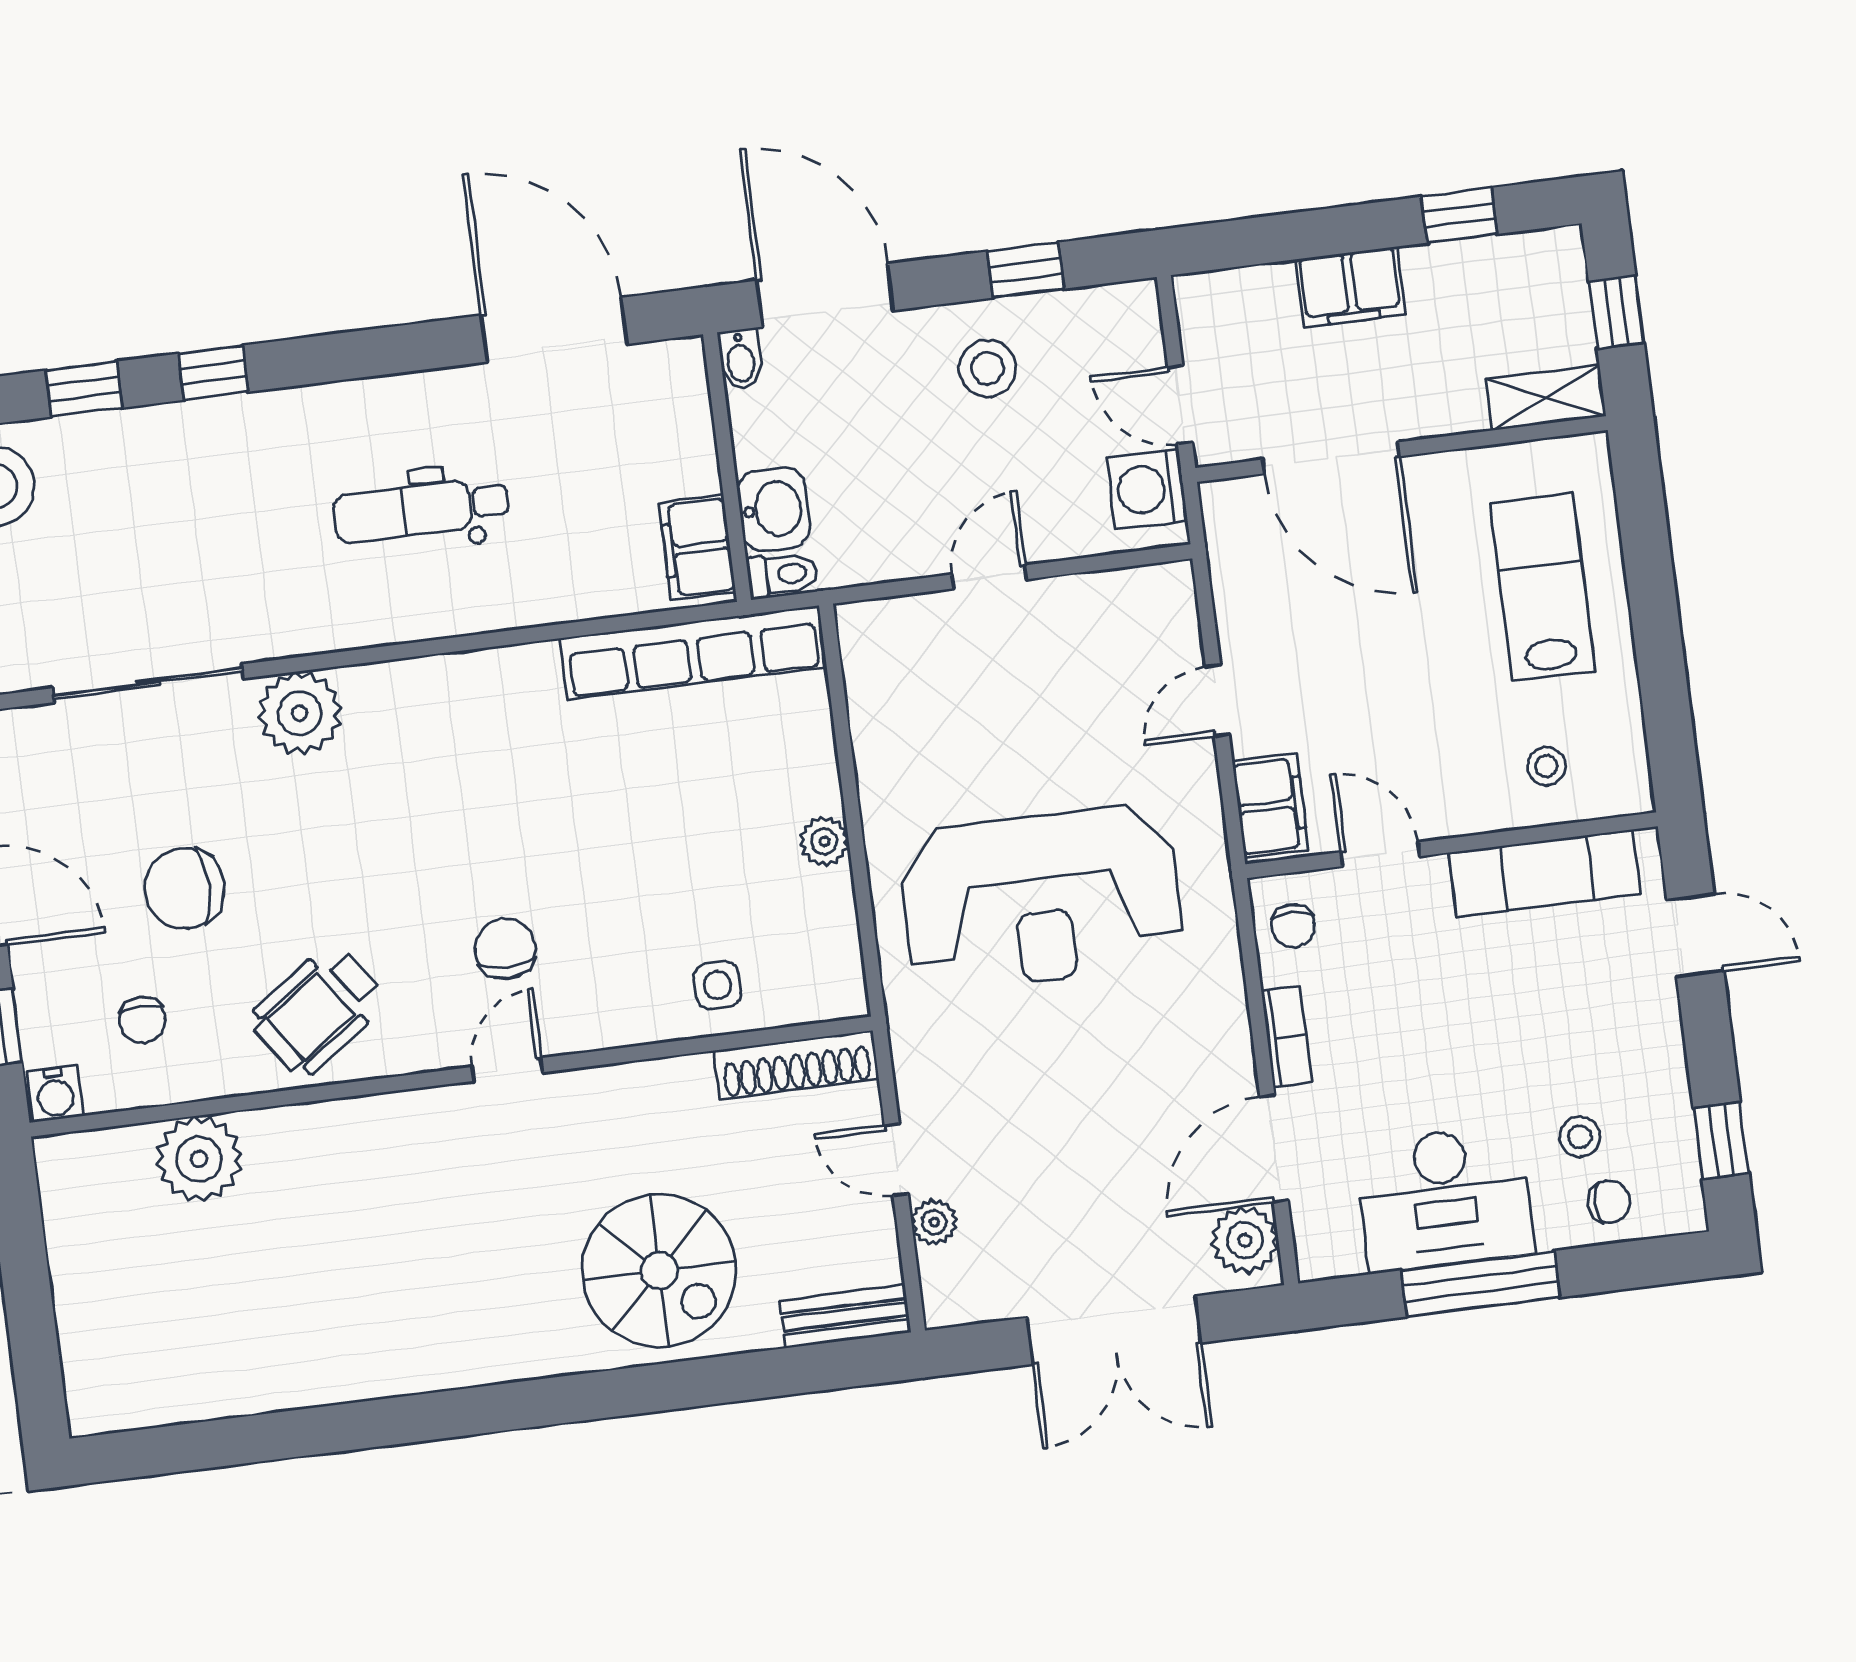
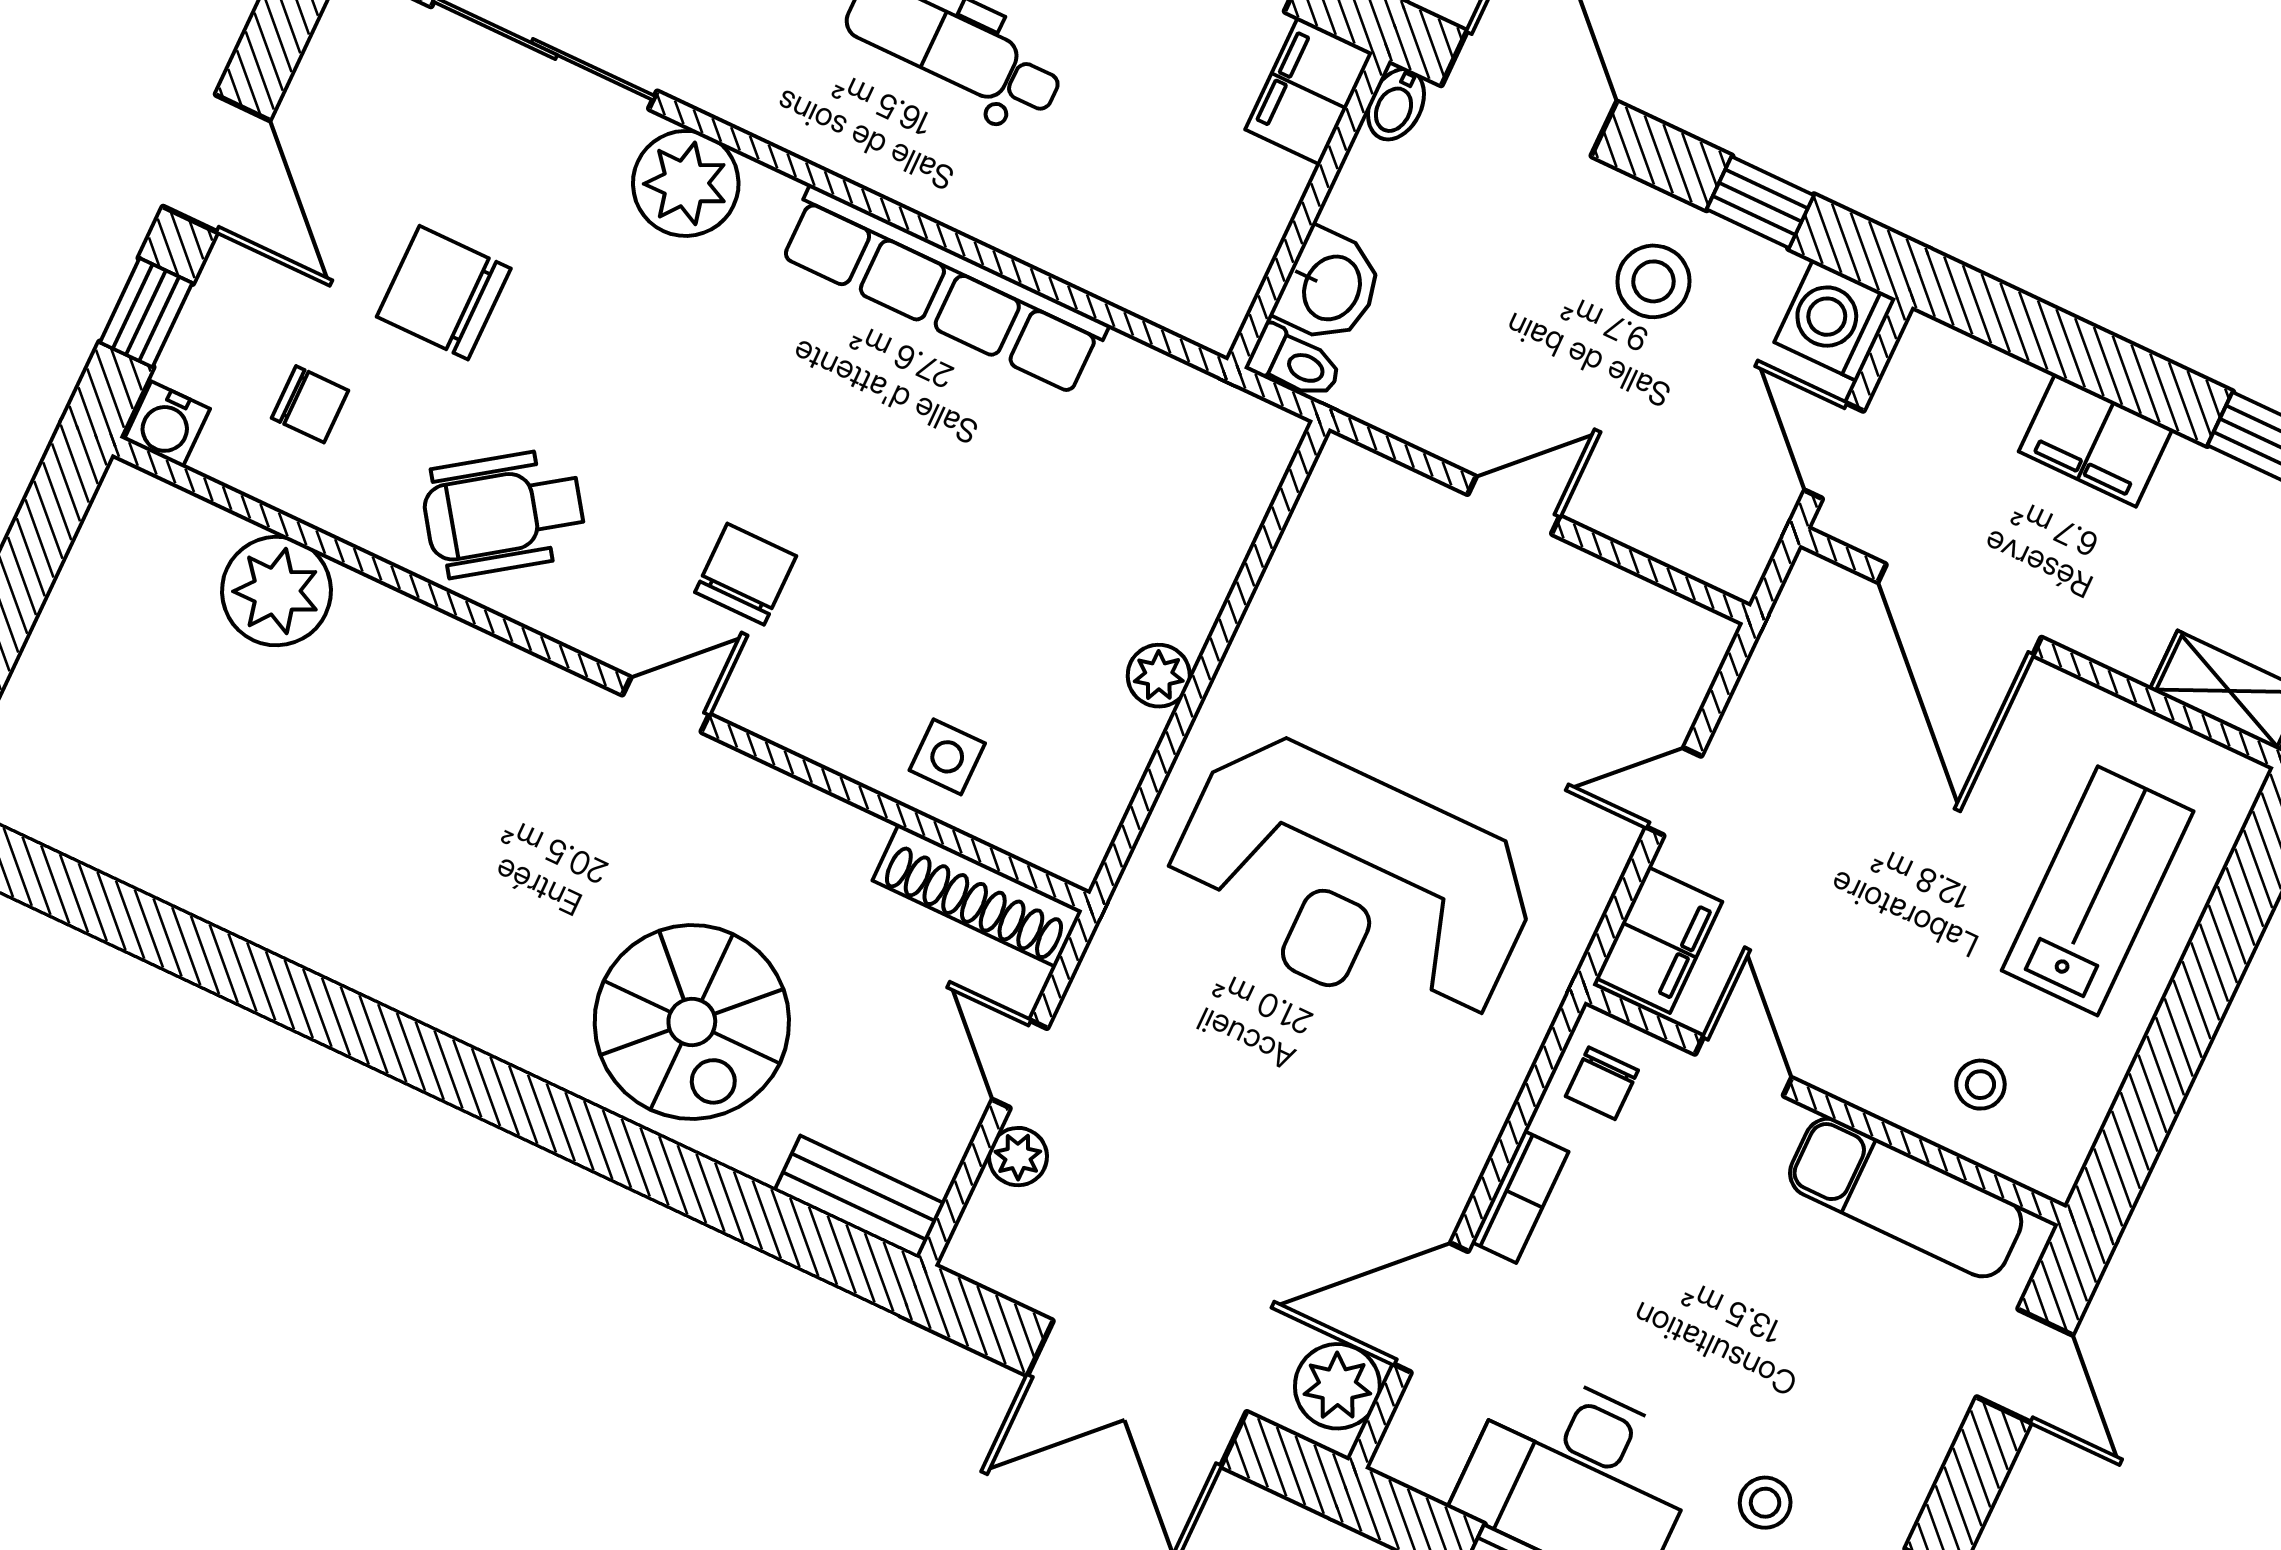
washing machine: (1147, 489) -> (1835, 320), moved
filing cabinet: (697, 547) -> (1309, 91), moved
row of seats: (693, 653) -> (944, 290), moved
chair: (142, 1020) -> (310, 404), turned -90

